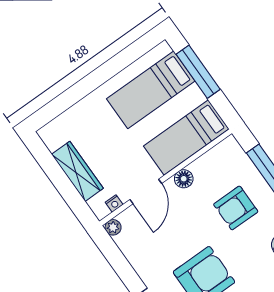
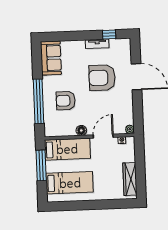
window: (198, 72) -> (41, 165), moved
wardrobe: (77, 171) -> (130, 179), moved
armchair: (236, 208) -> (66, 101), turned 180

